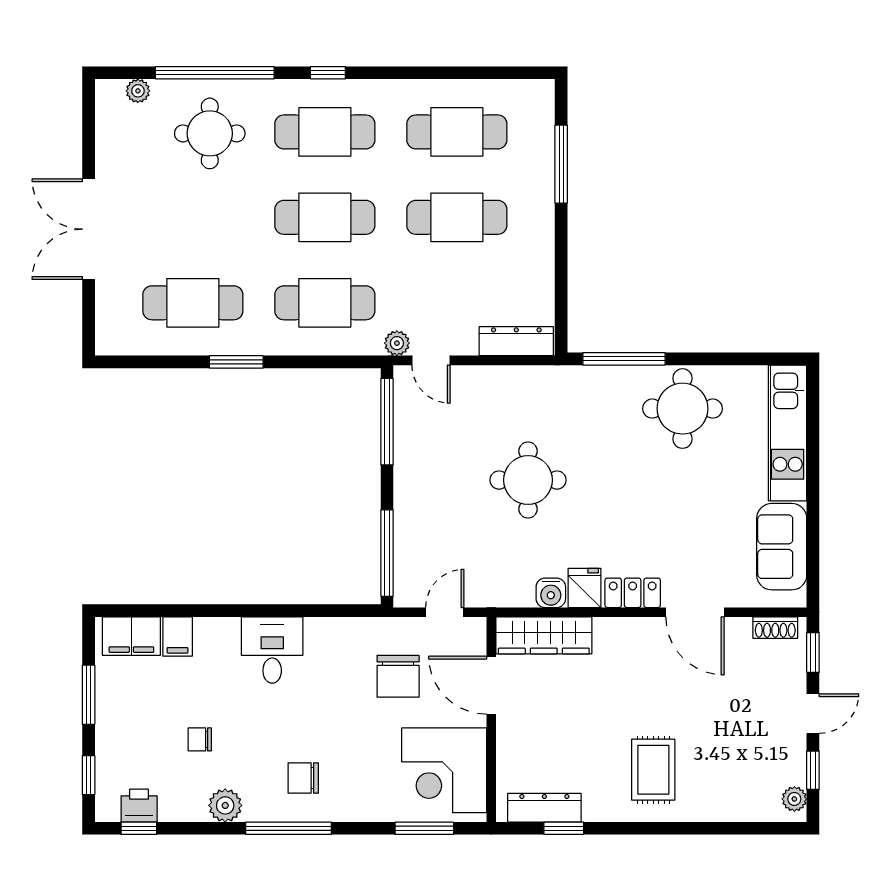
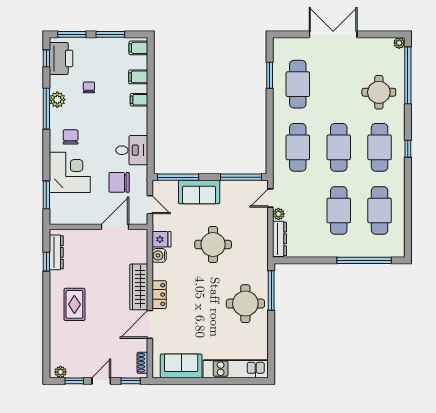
window: (215, 73) -> (408, 75), moved
plant: (138, 91) -> (399, 43), moved
window: (561, 164) -> (364, 260), width x1.46
plant: (397, 343) -> (279, 214), moved
window: (236, 362) -> (270, 75), moved
round table: (683, 409) -> (245, 304), moved
sofa: (418, 509) -> (199, 192), added
fridge: (584, 588) -> (161, 239), moved
filing cabinet: (225, 635) -> (139, 100), added
wardrobe: (544, 635) -> (139, 287), moved
filing cabinet: (131, 636) -> (138, 48), width x0.50
desk: (272, 650) -> (132, 150), moved
door: (813, 714) -> (101, 381), swing flipped
corner desk: (444, 770) -> (70, 172), moved, turned 90
rug: (653, 770) -> (74, 304), turned 90
window: (89, 775) -> (72, 34), width x1.50
printer: (139, 806) -> (61, 58), width x1.87, depth x1.48
window: (288, 828) -> (46, 109), moved

